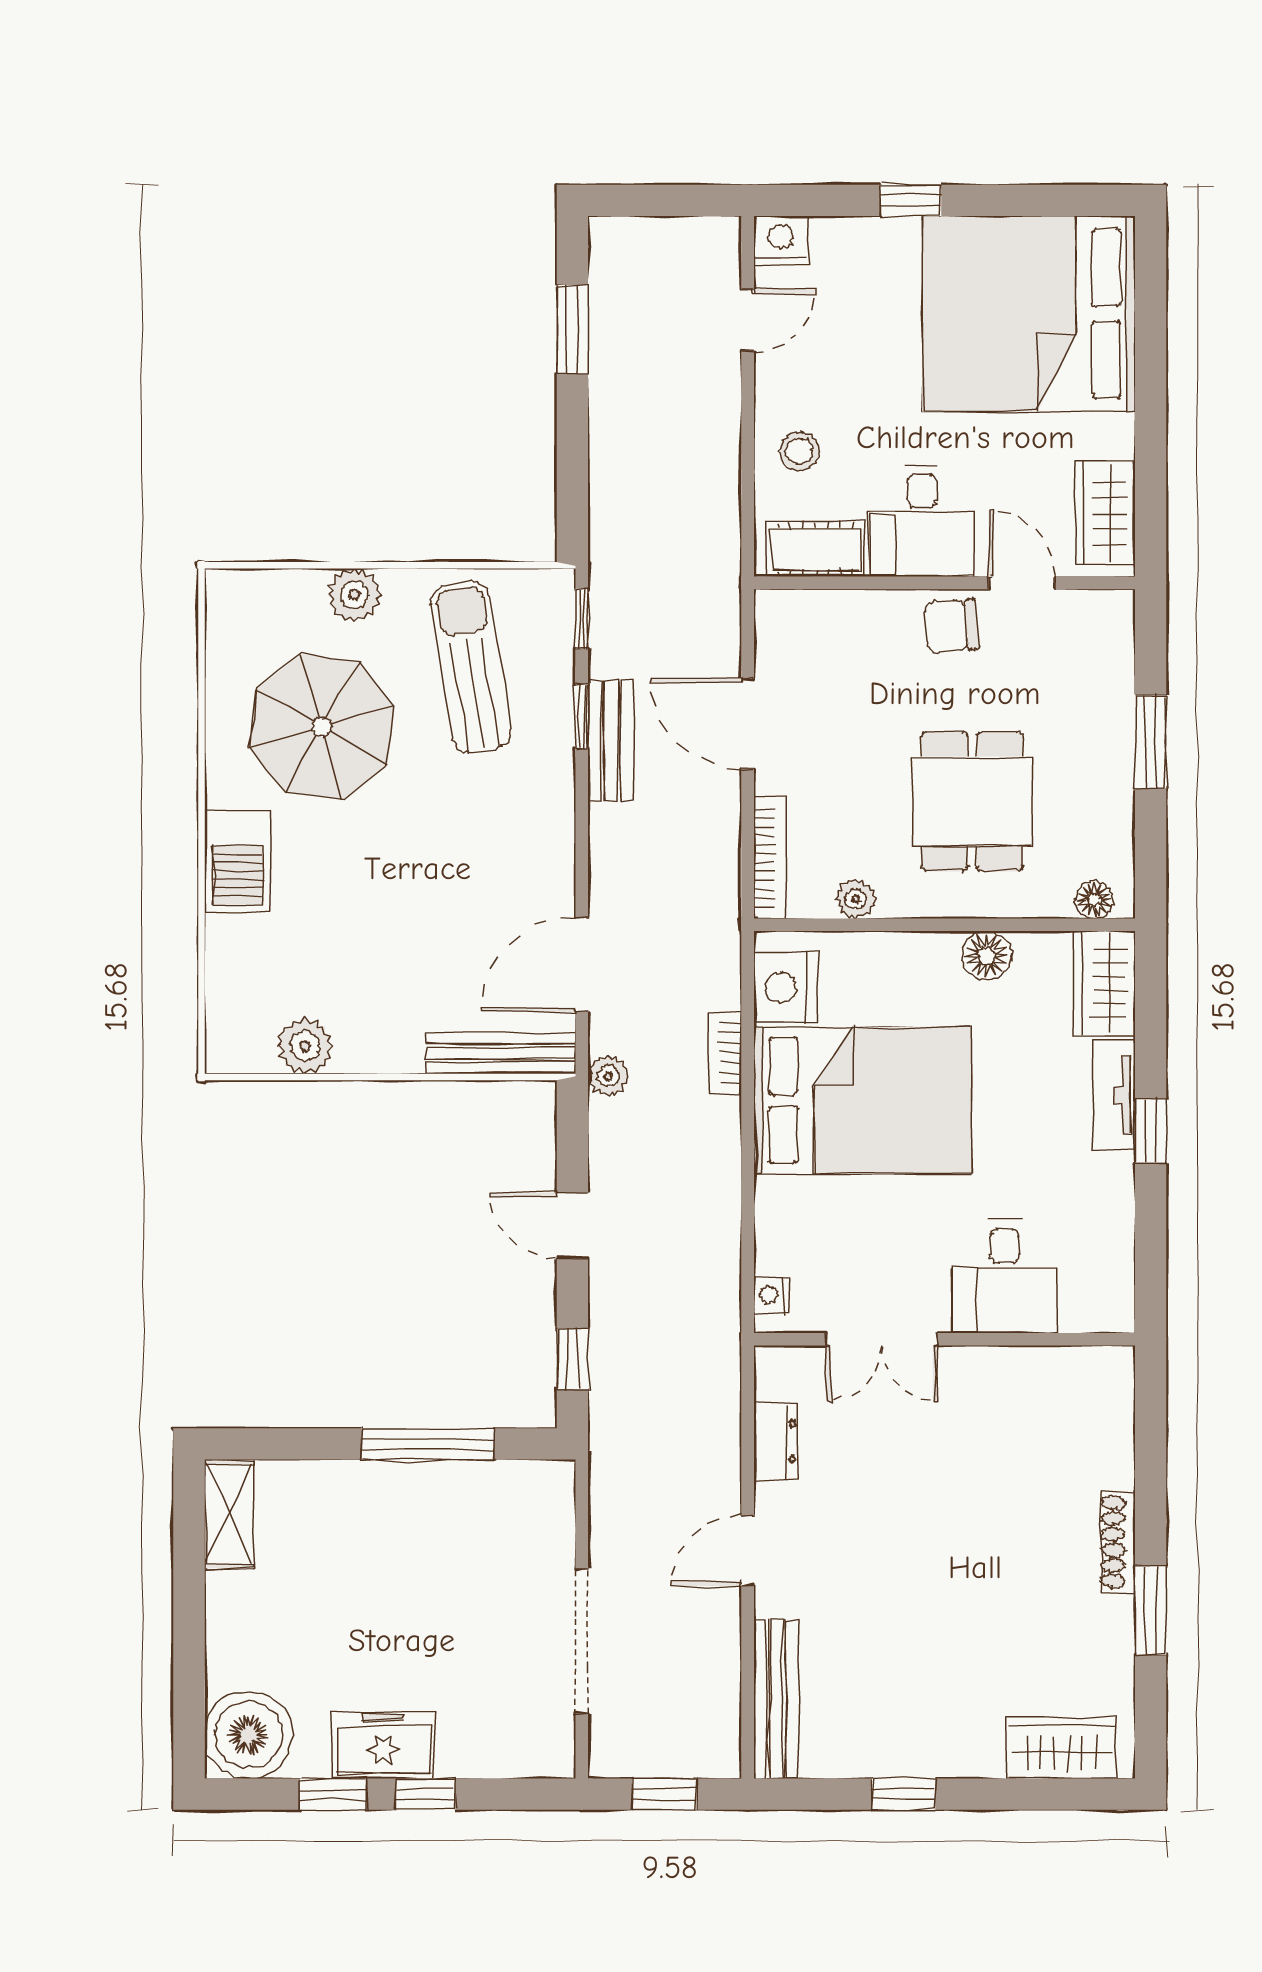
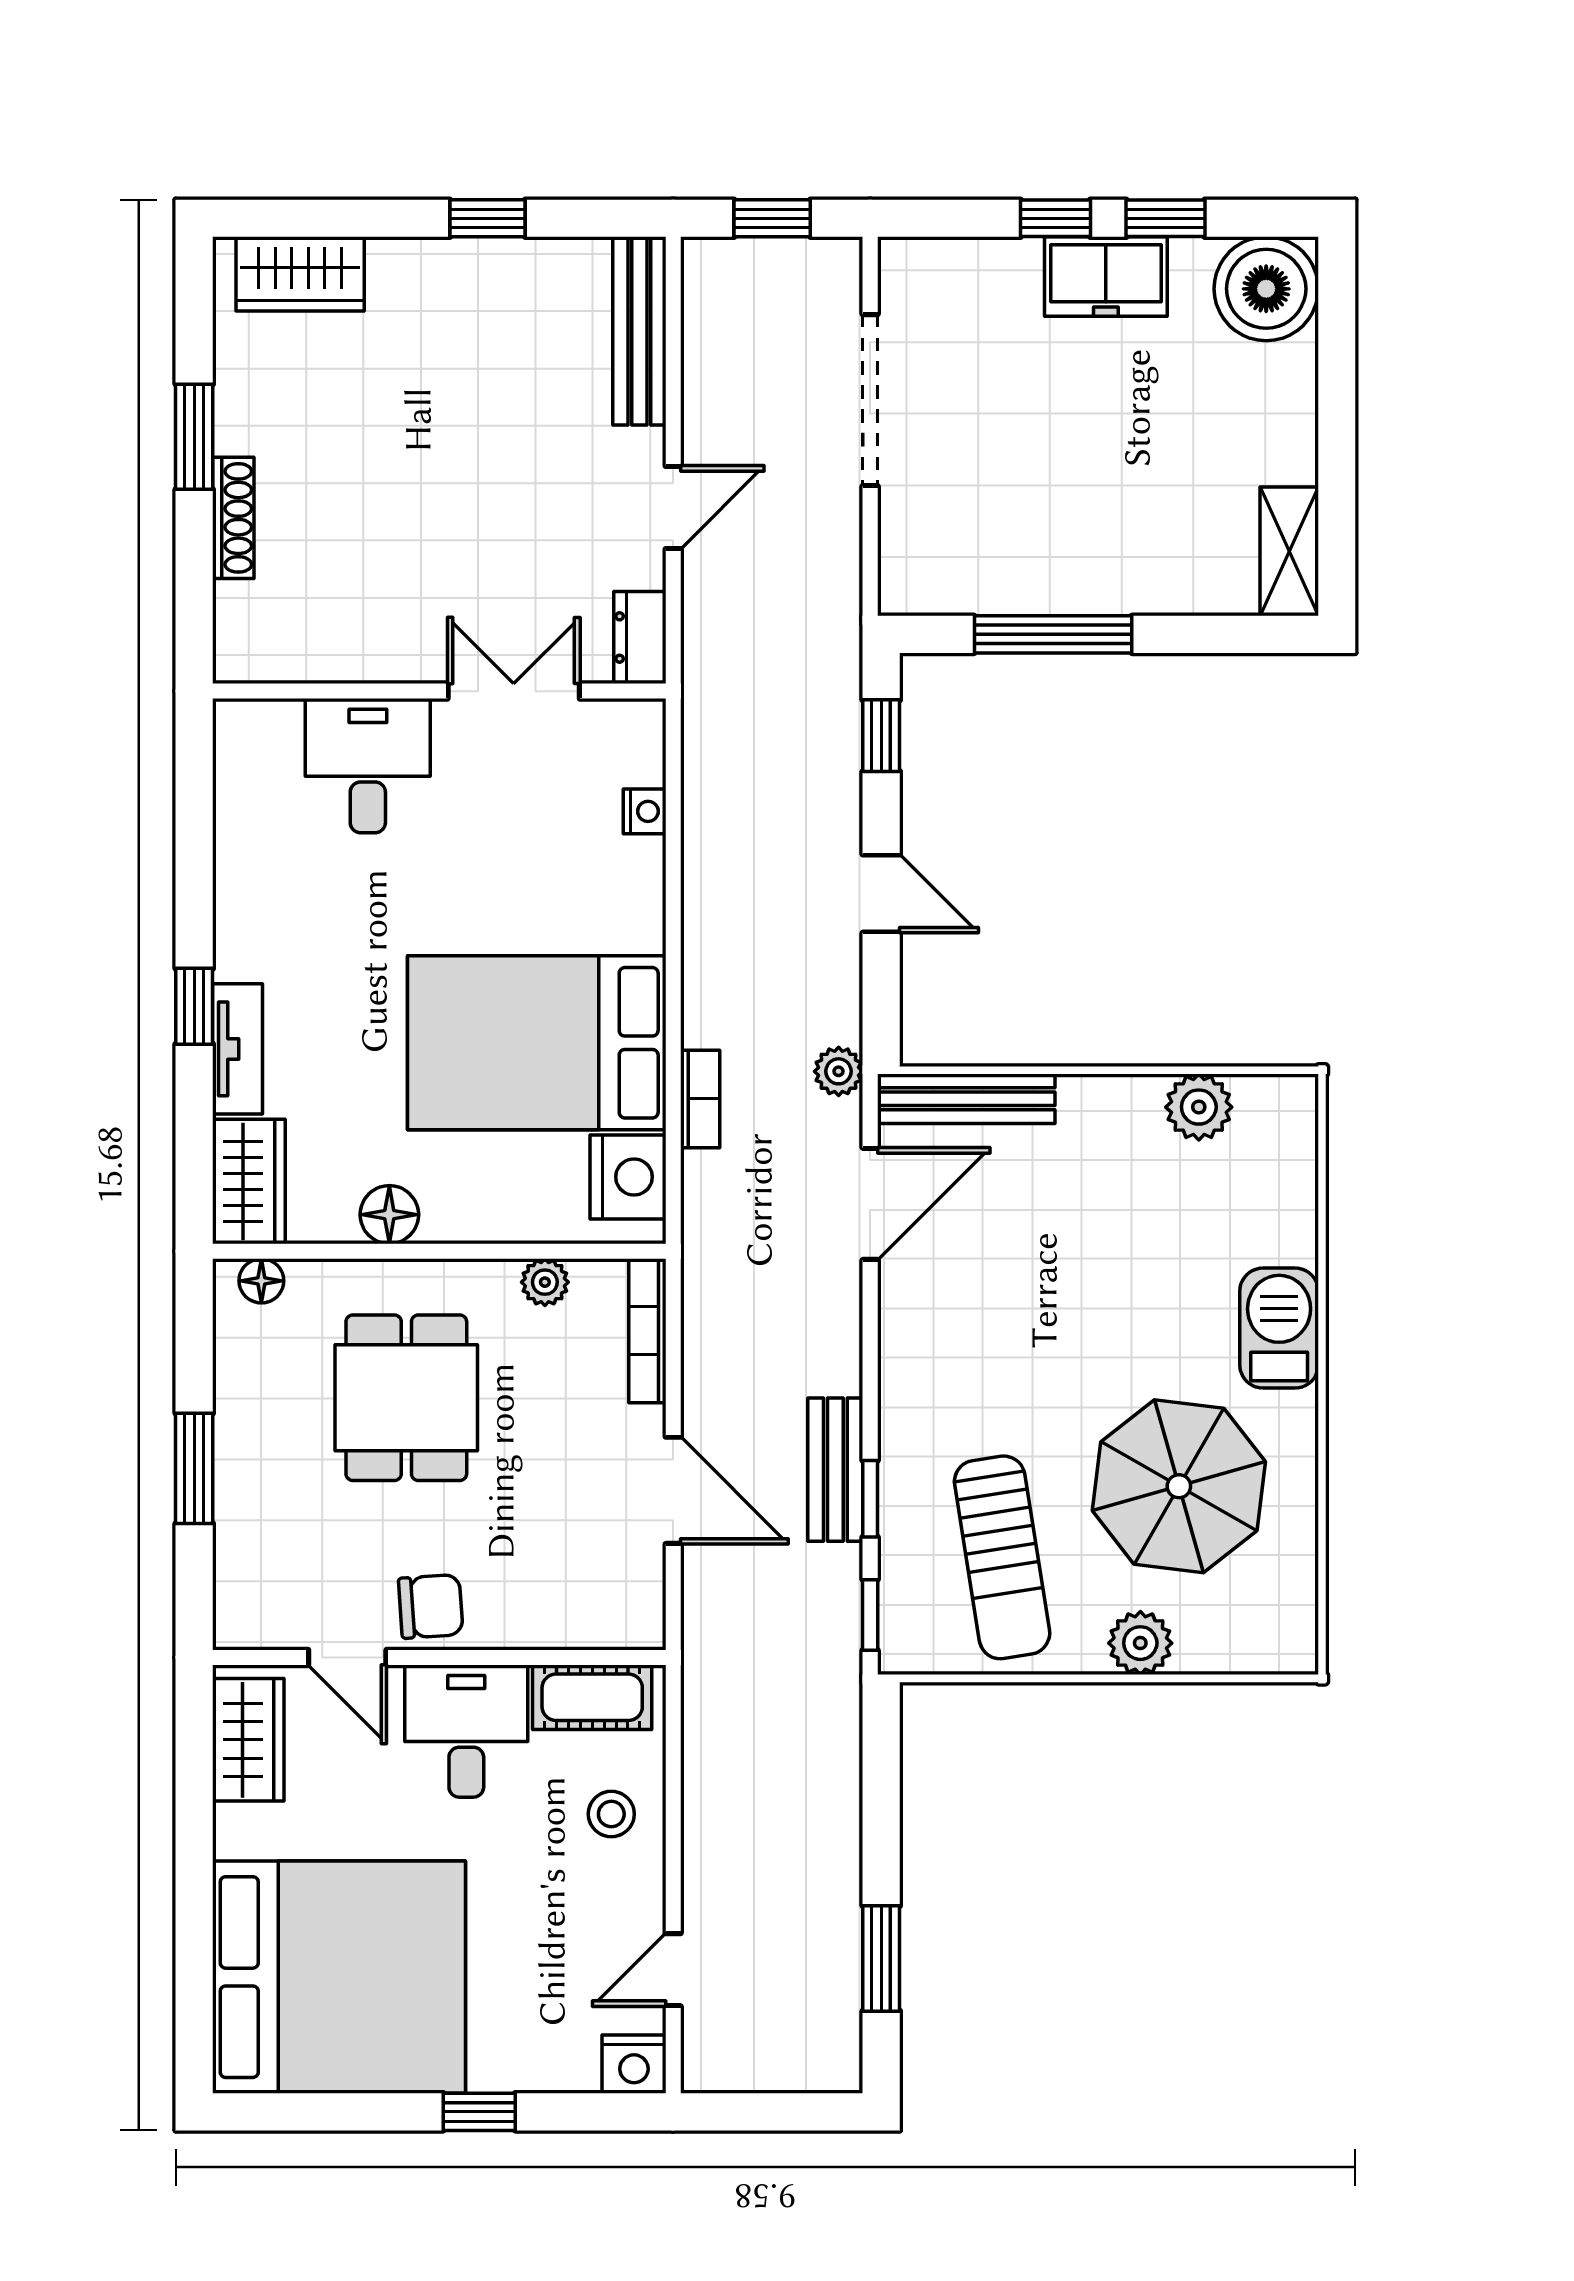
desk: (1005, 1276) -> (368, 766), moved
double door: (882, 1339) -> (514, 691), moved
wall: (944, 1339) -> (439, 691), moved

